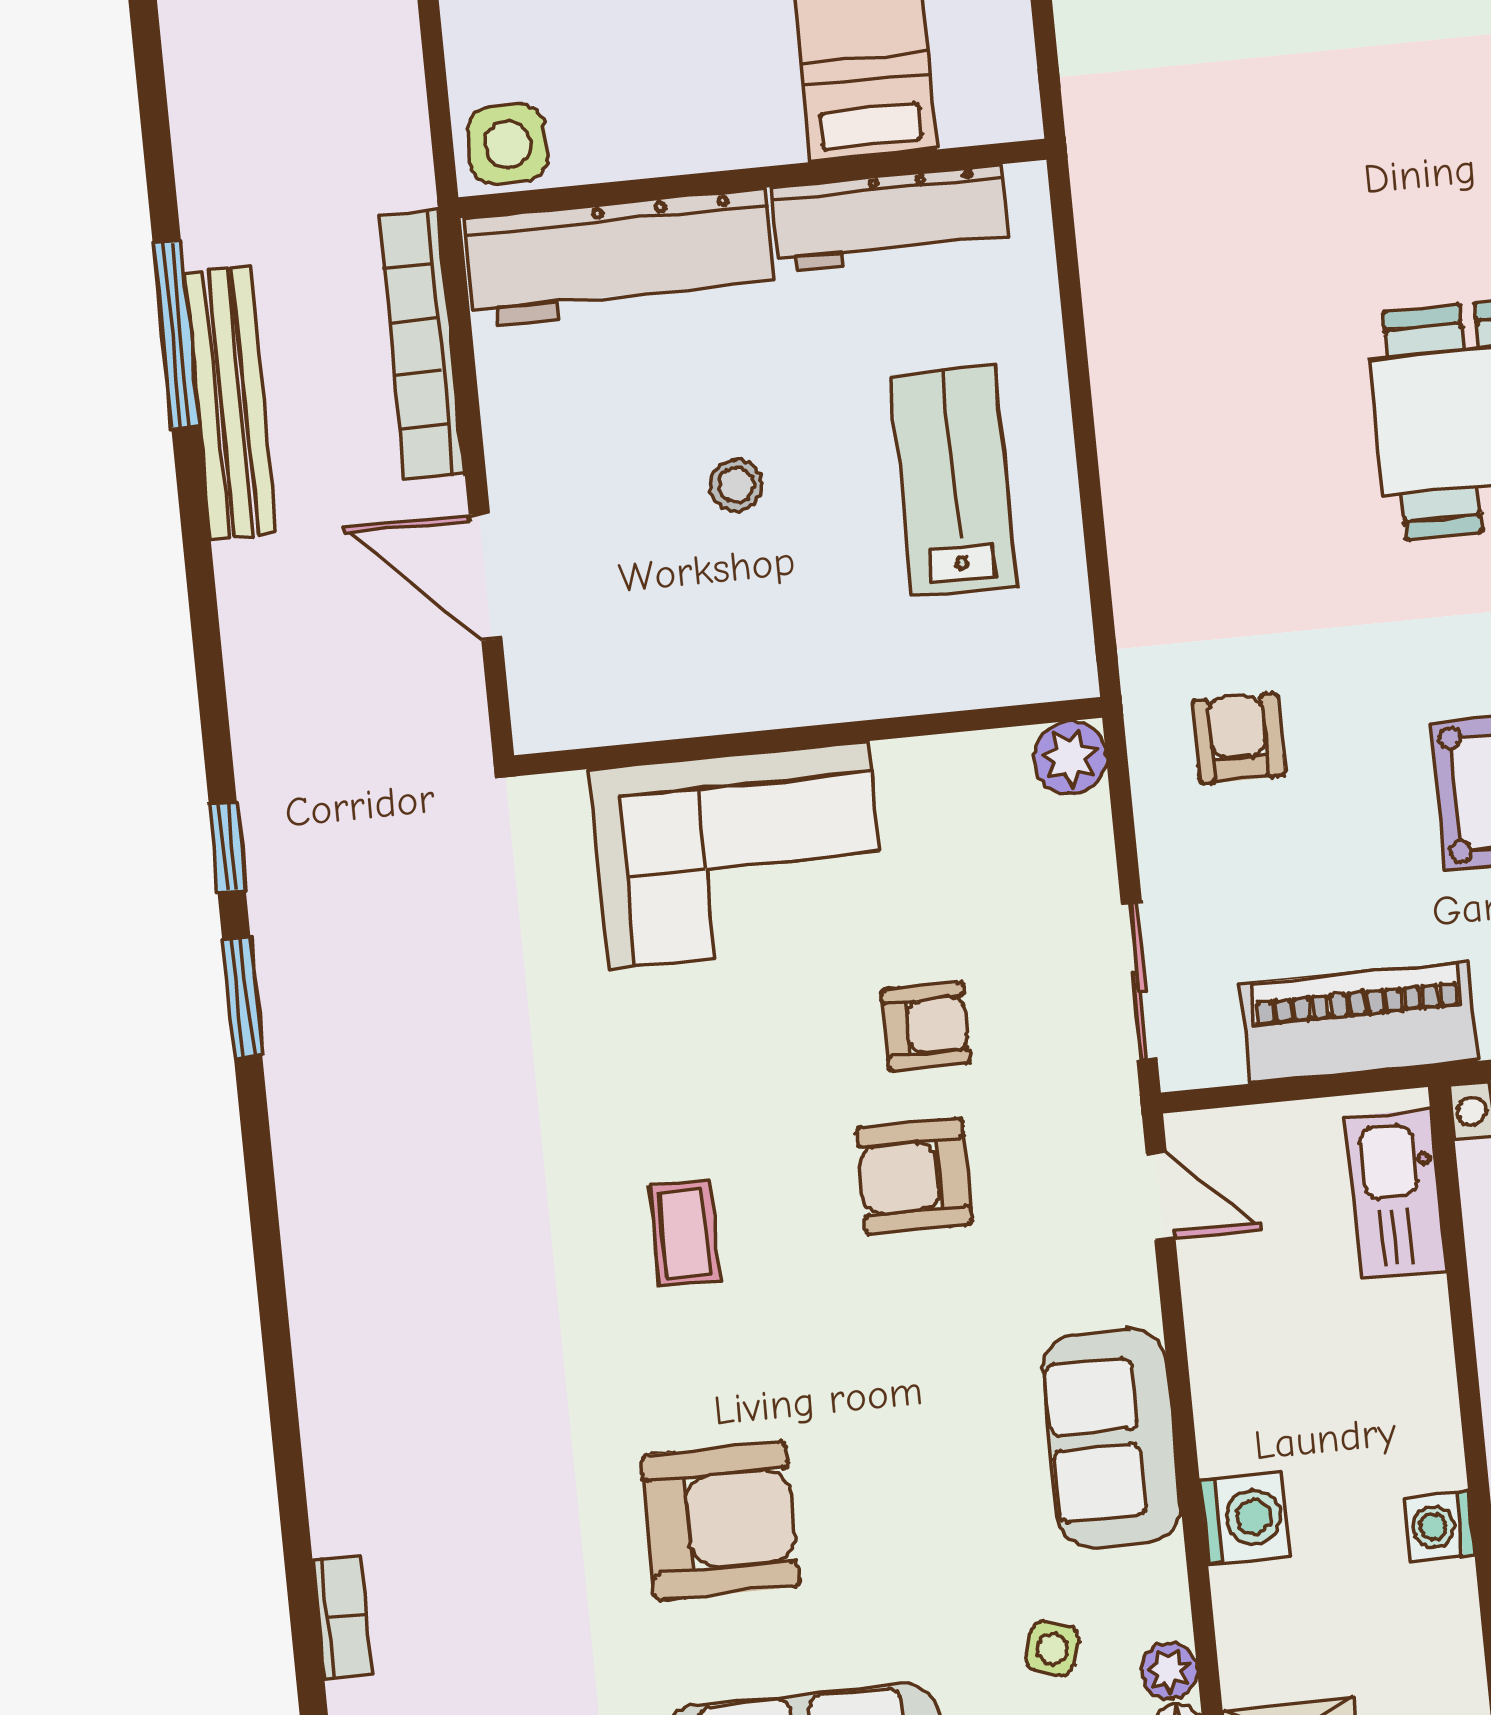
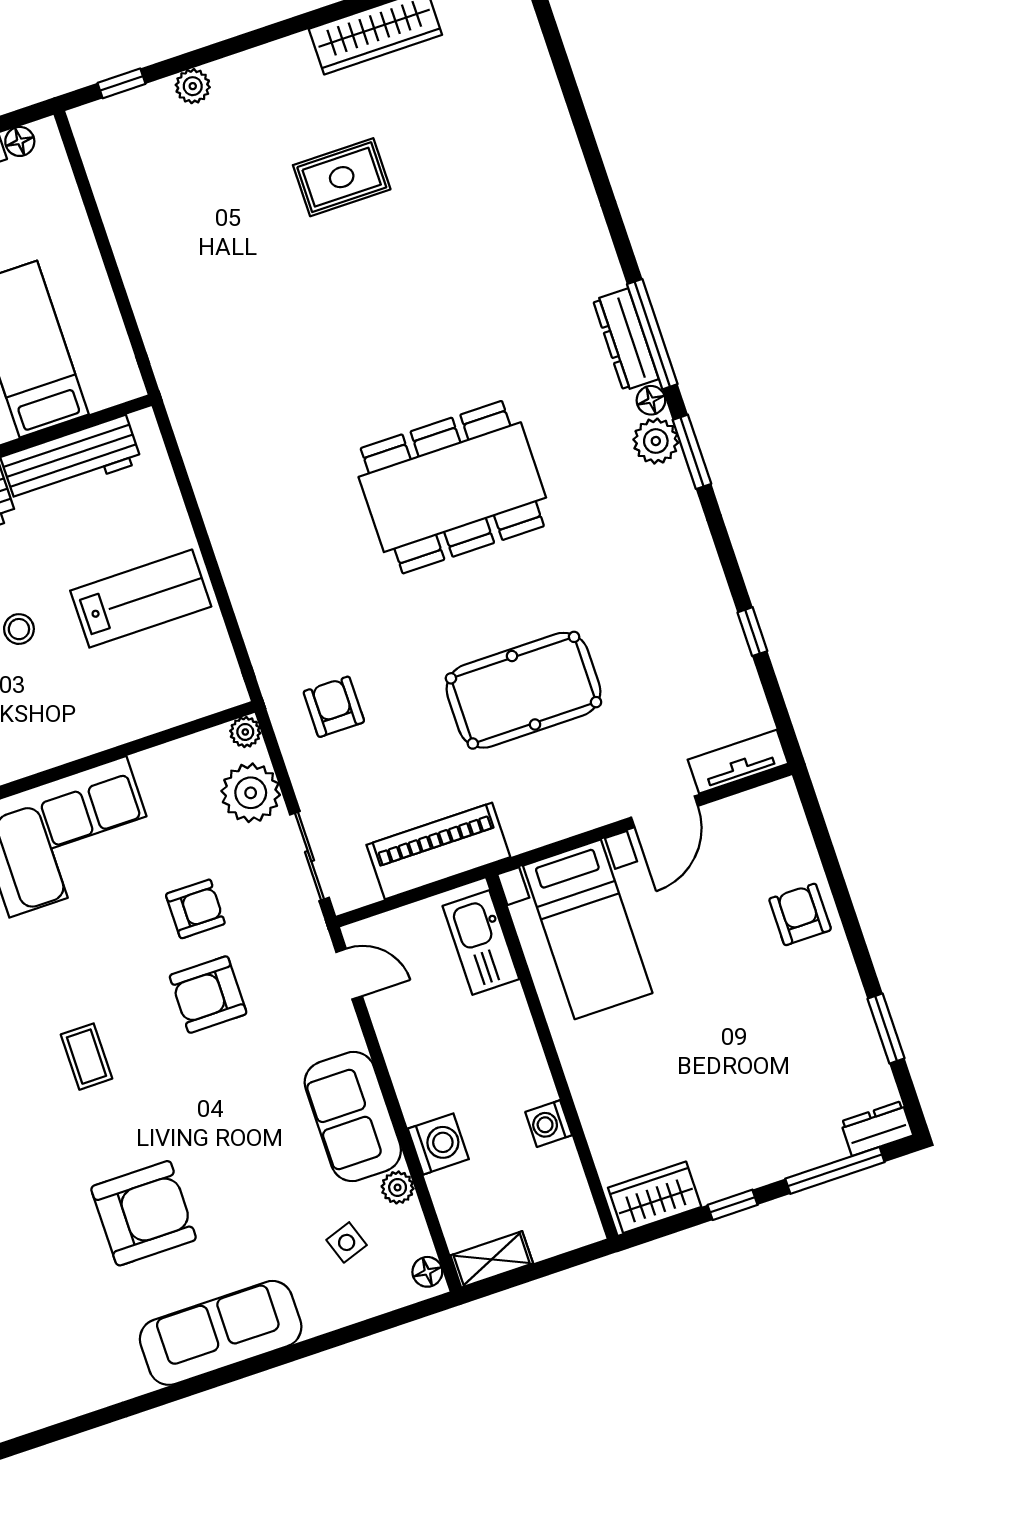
lab bench: (954, 481) -> (141, 599), turned 90
plant: (1070, 758) -> (245, 732), width x0.73, depth x0.73
plant: (1064, 852) -> (251, 793), added
side table: (1052, 1649) -> (347, 1242), turned -38
plant: (1169, 1671) -> (398, 1187), moved

